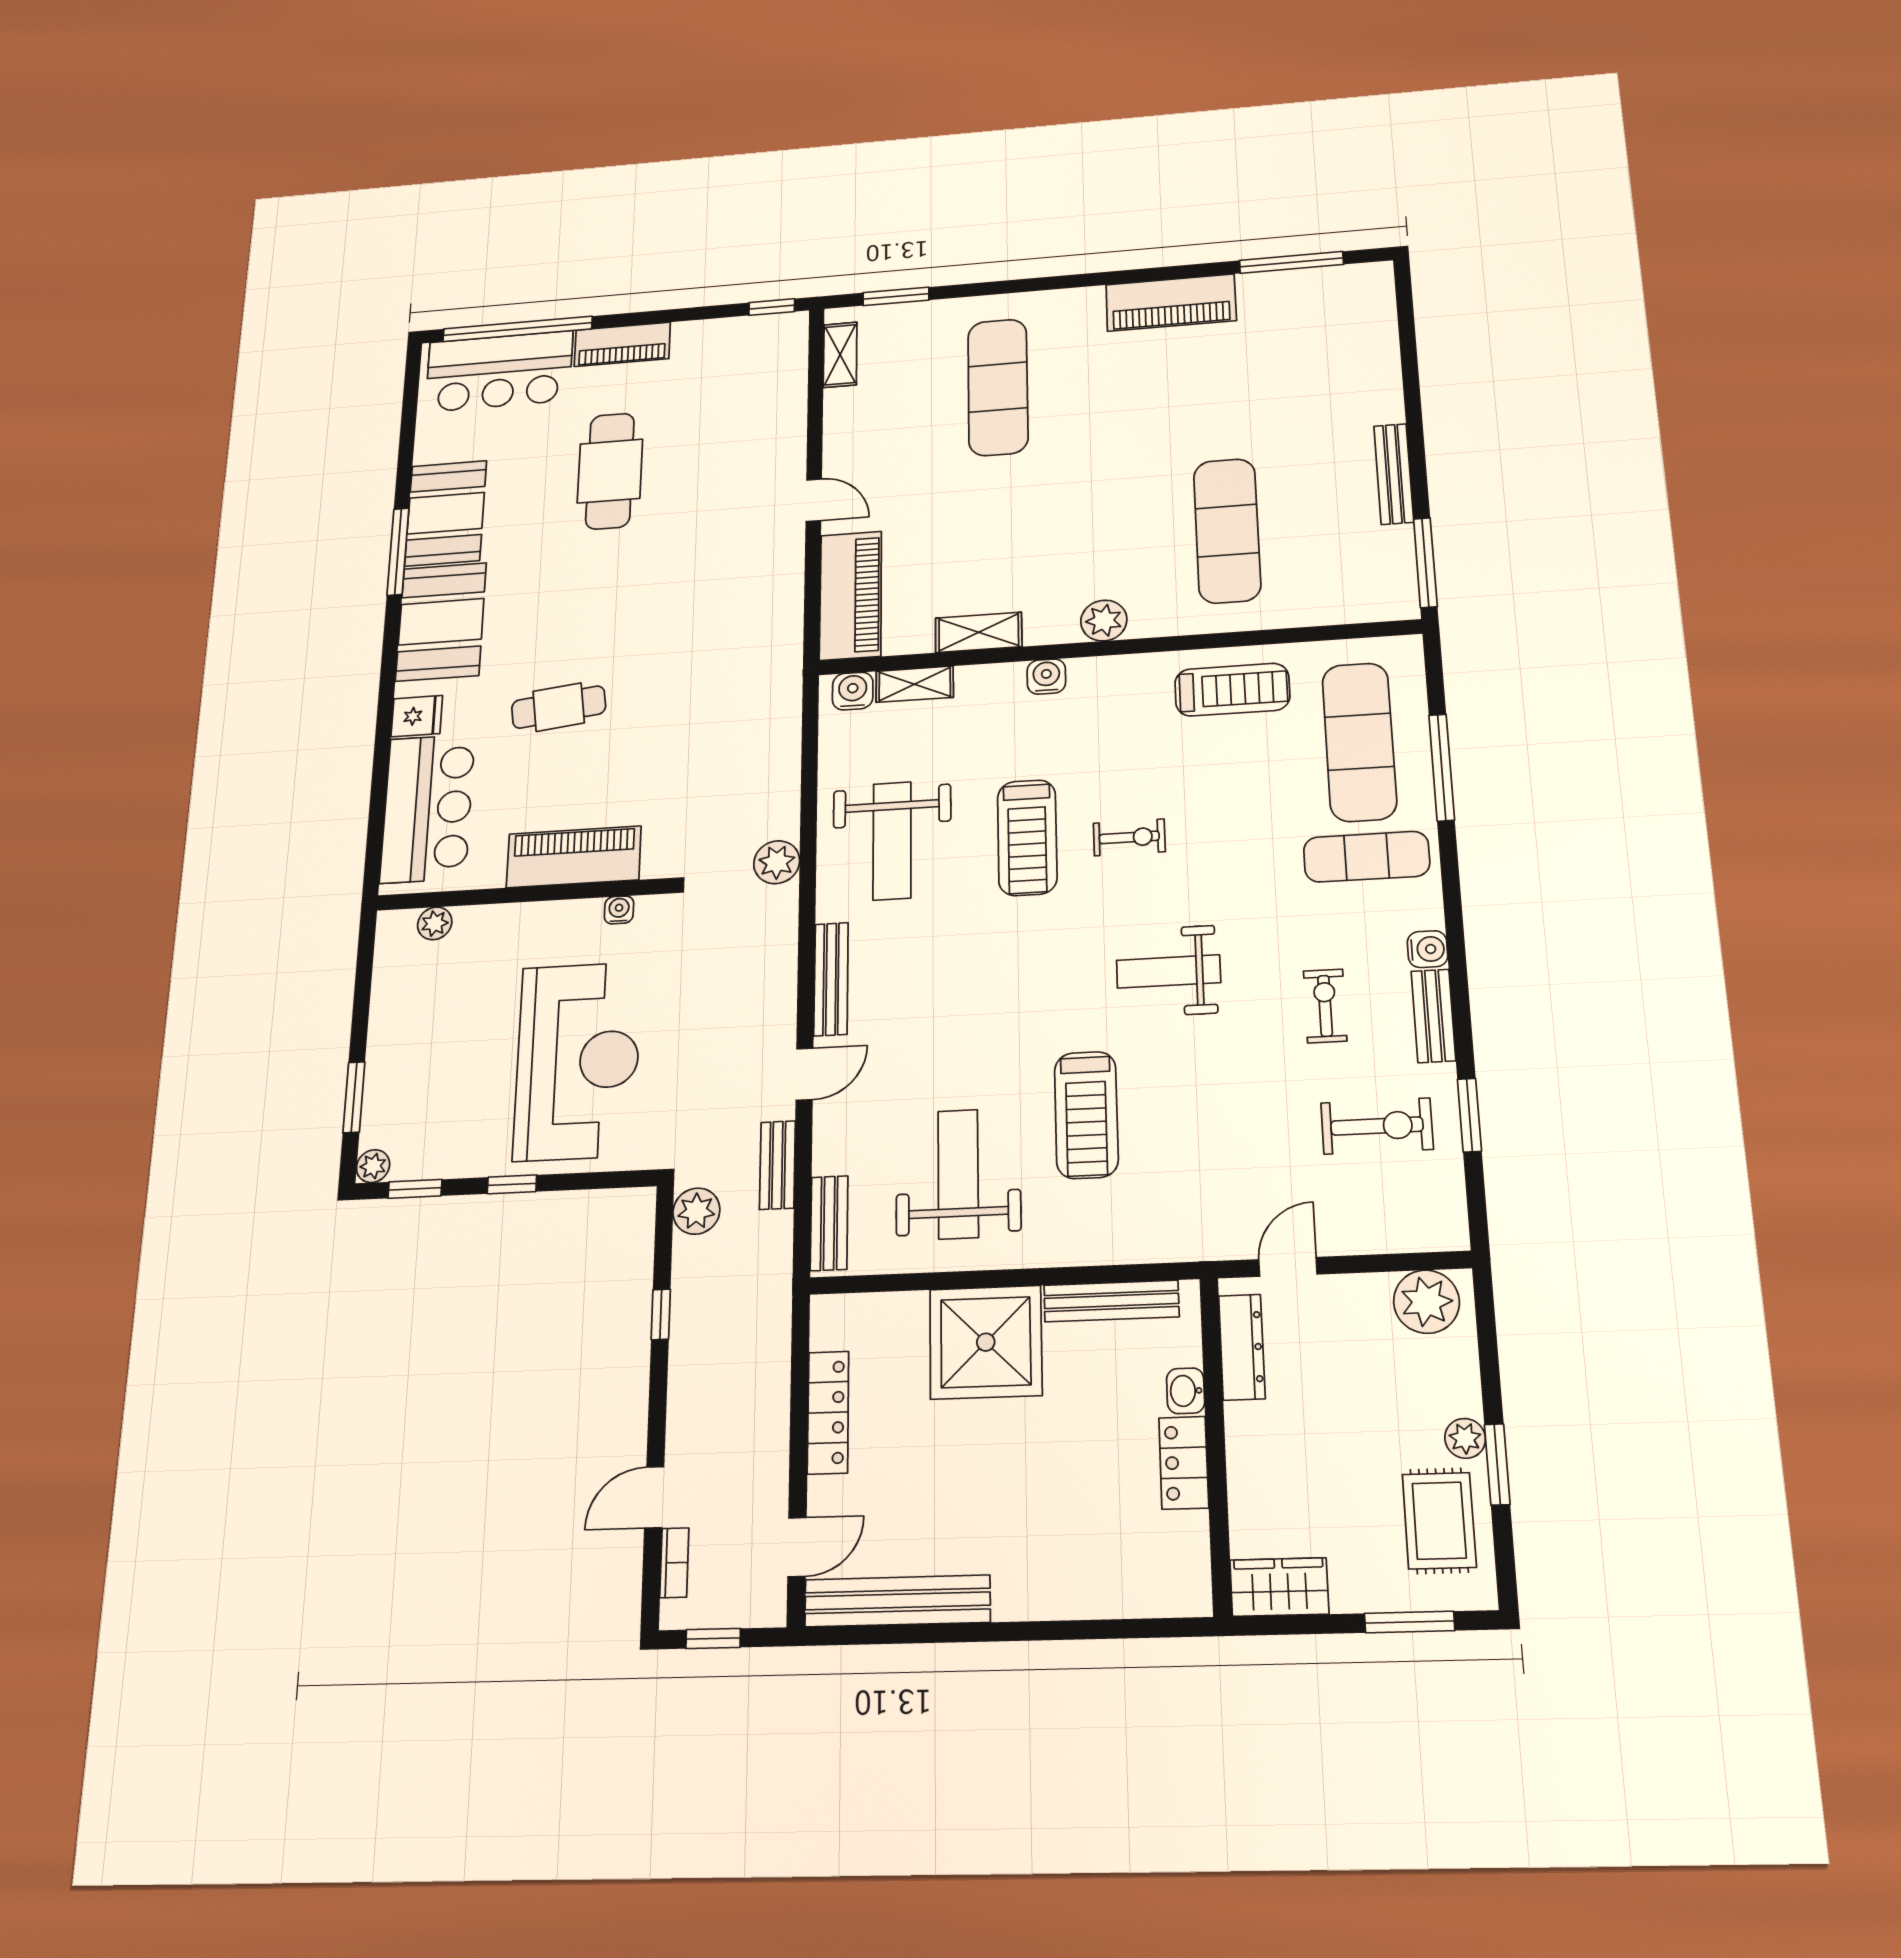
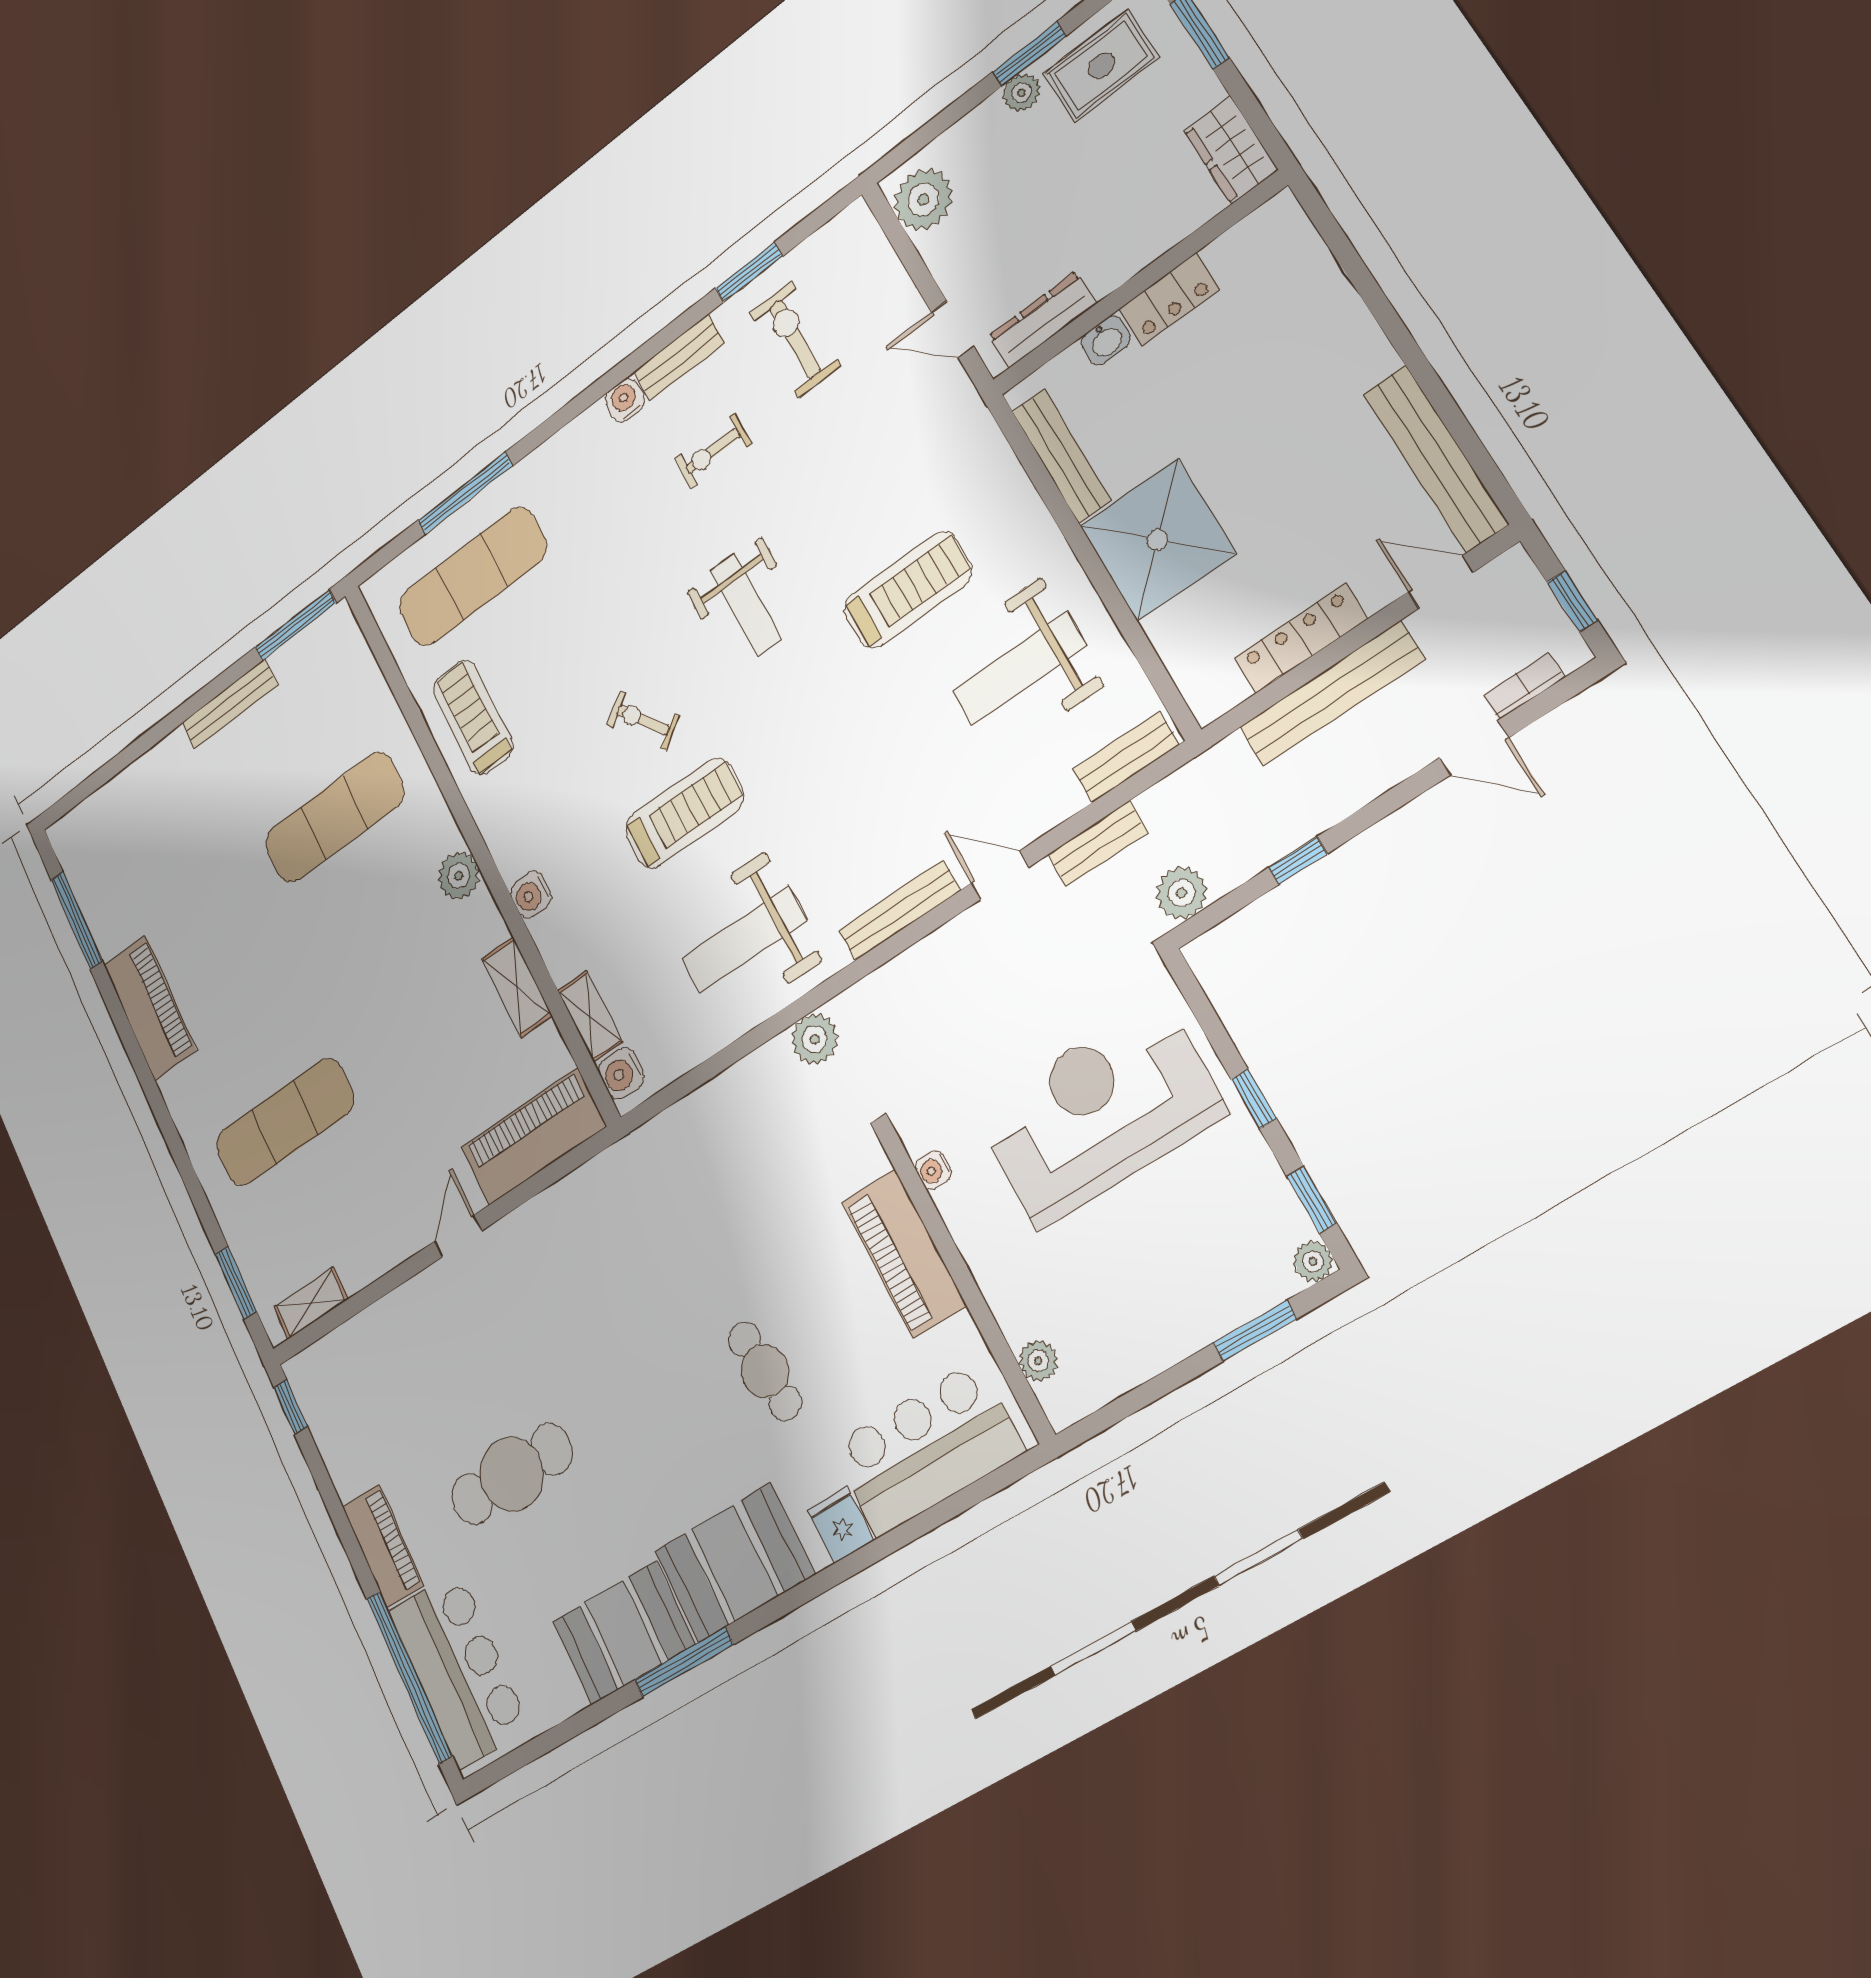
exercise bike: (1129, 837) -> (643, 720), turned -36
weight bench: (892, 841) -> (744, 939), turned 180
exercise mat: (1367, 857) -> (569, 504), removed
bench: (769, 1412) -> (1331, 694), added

